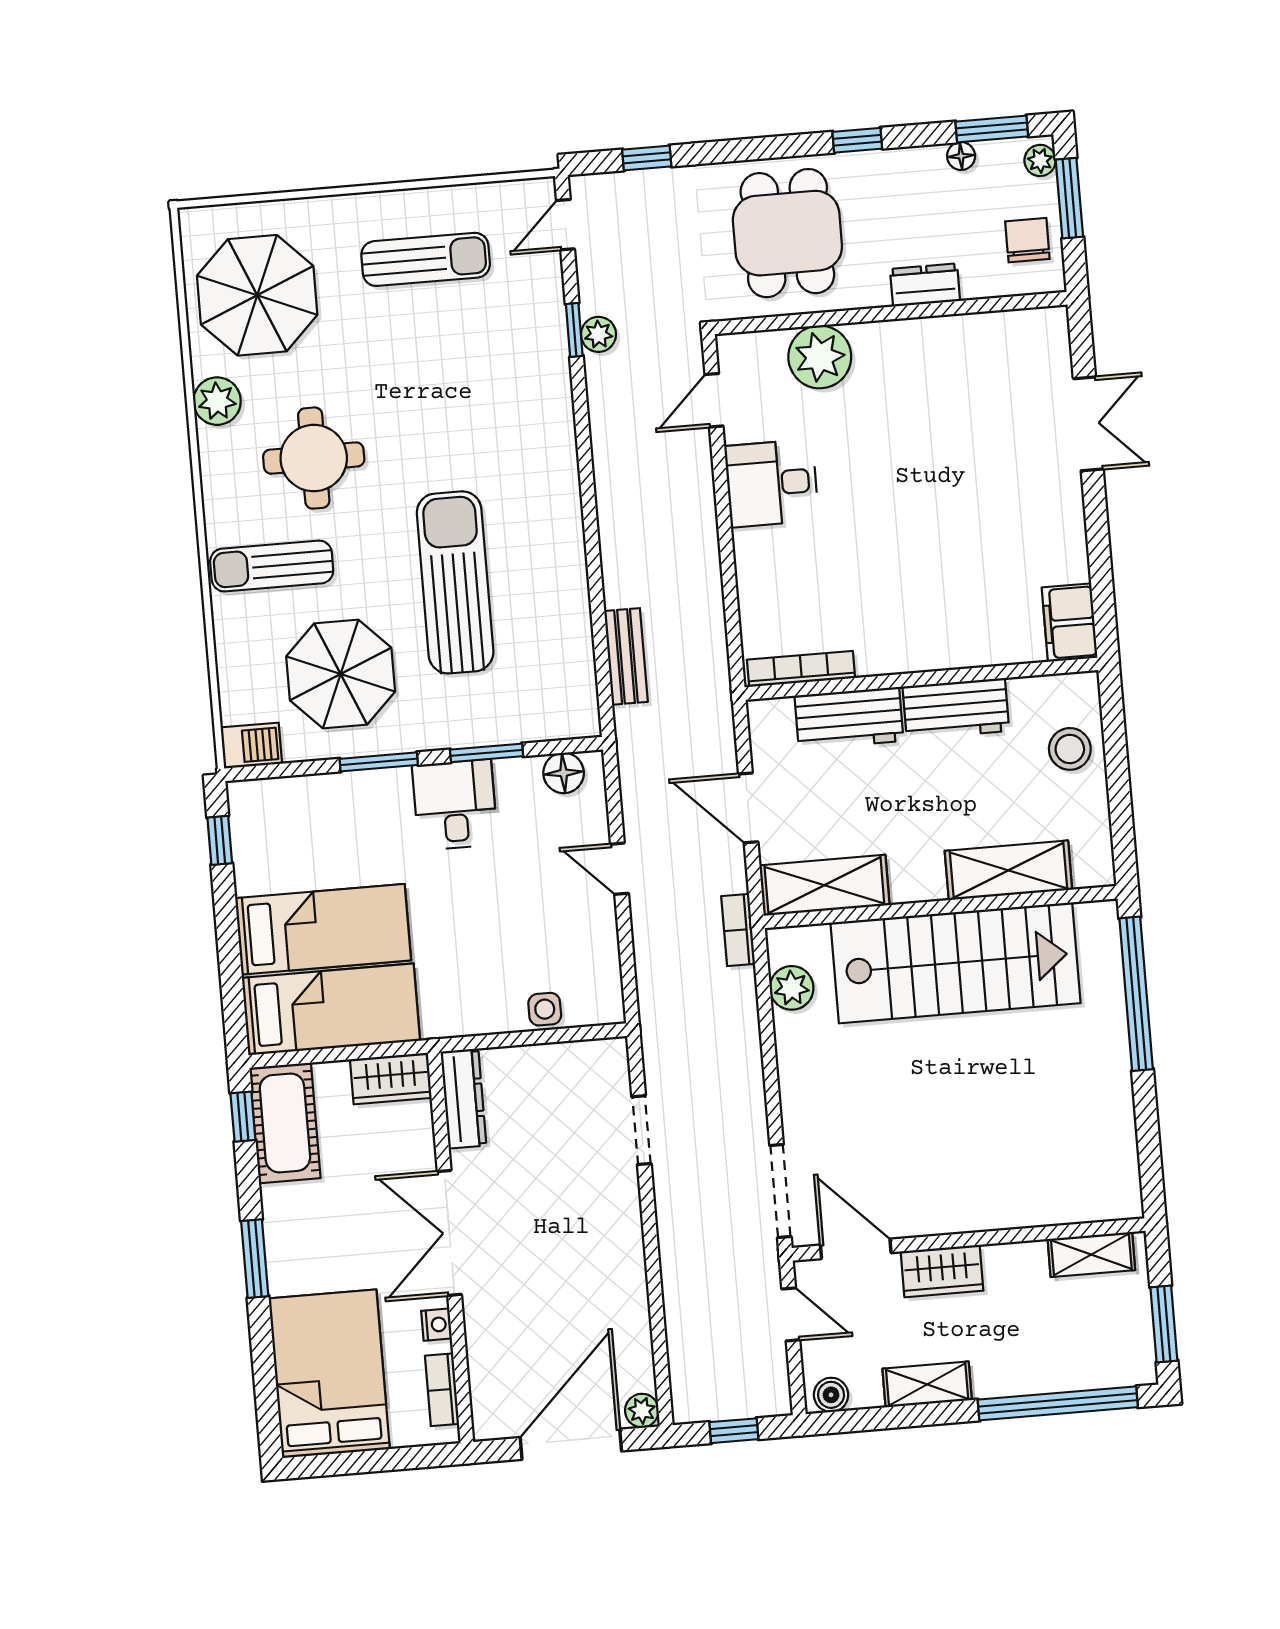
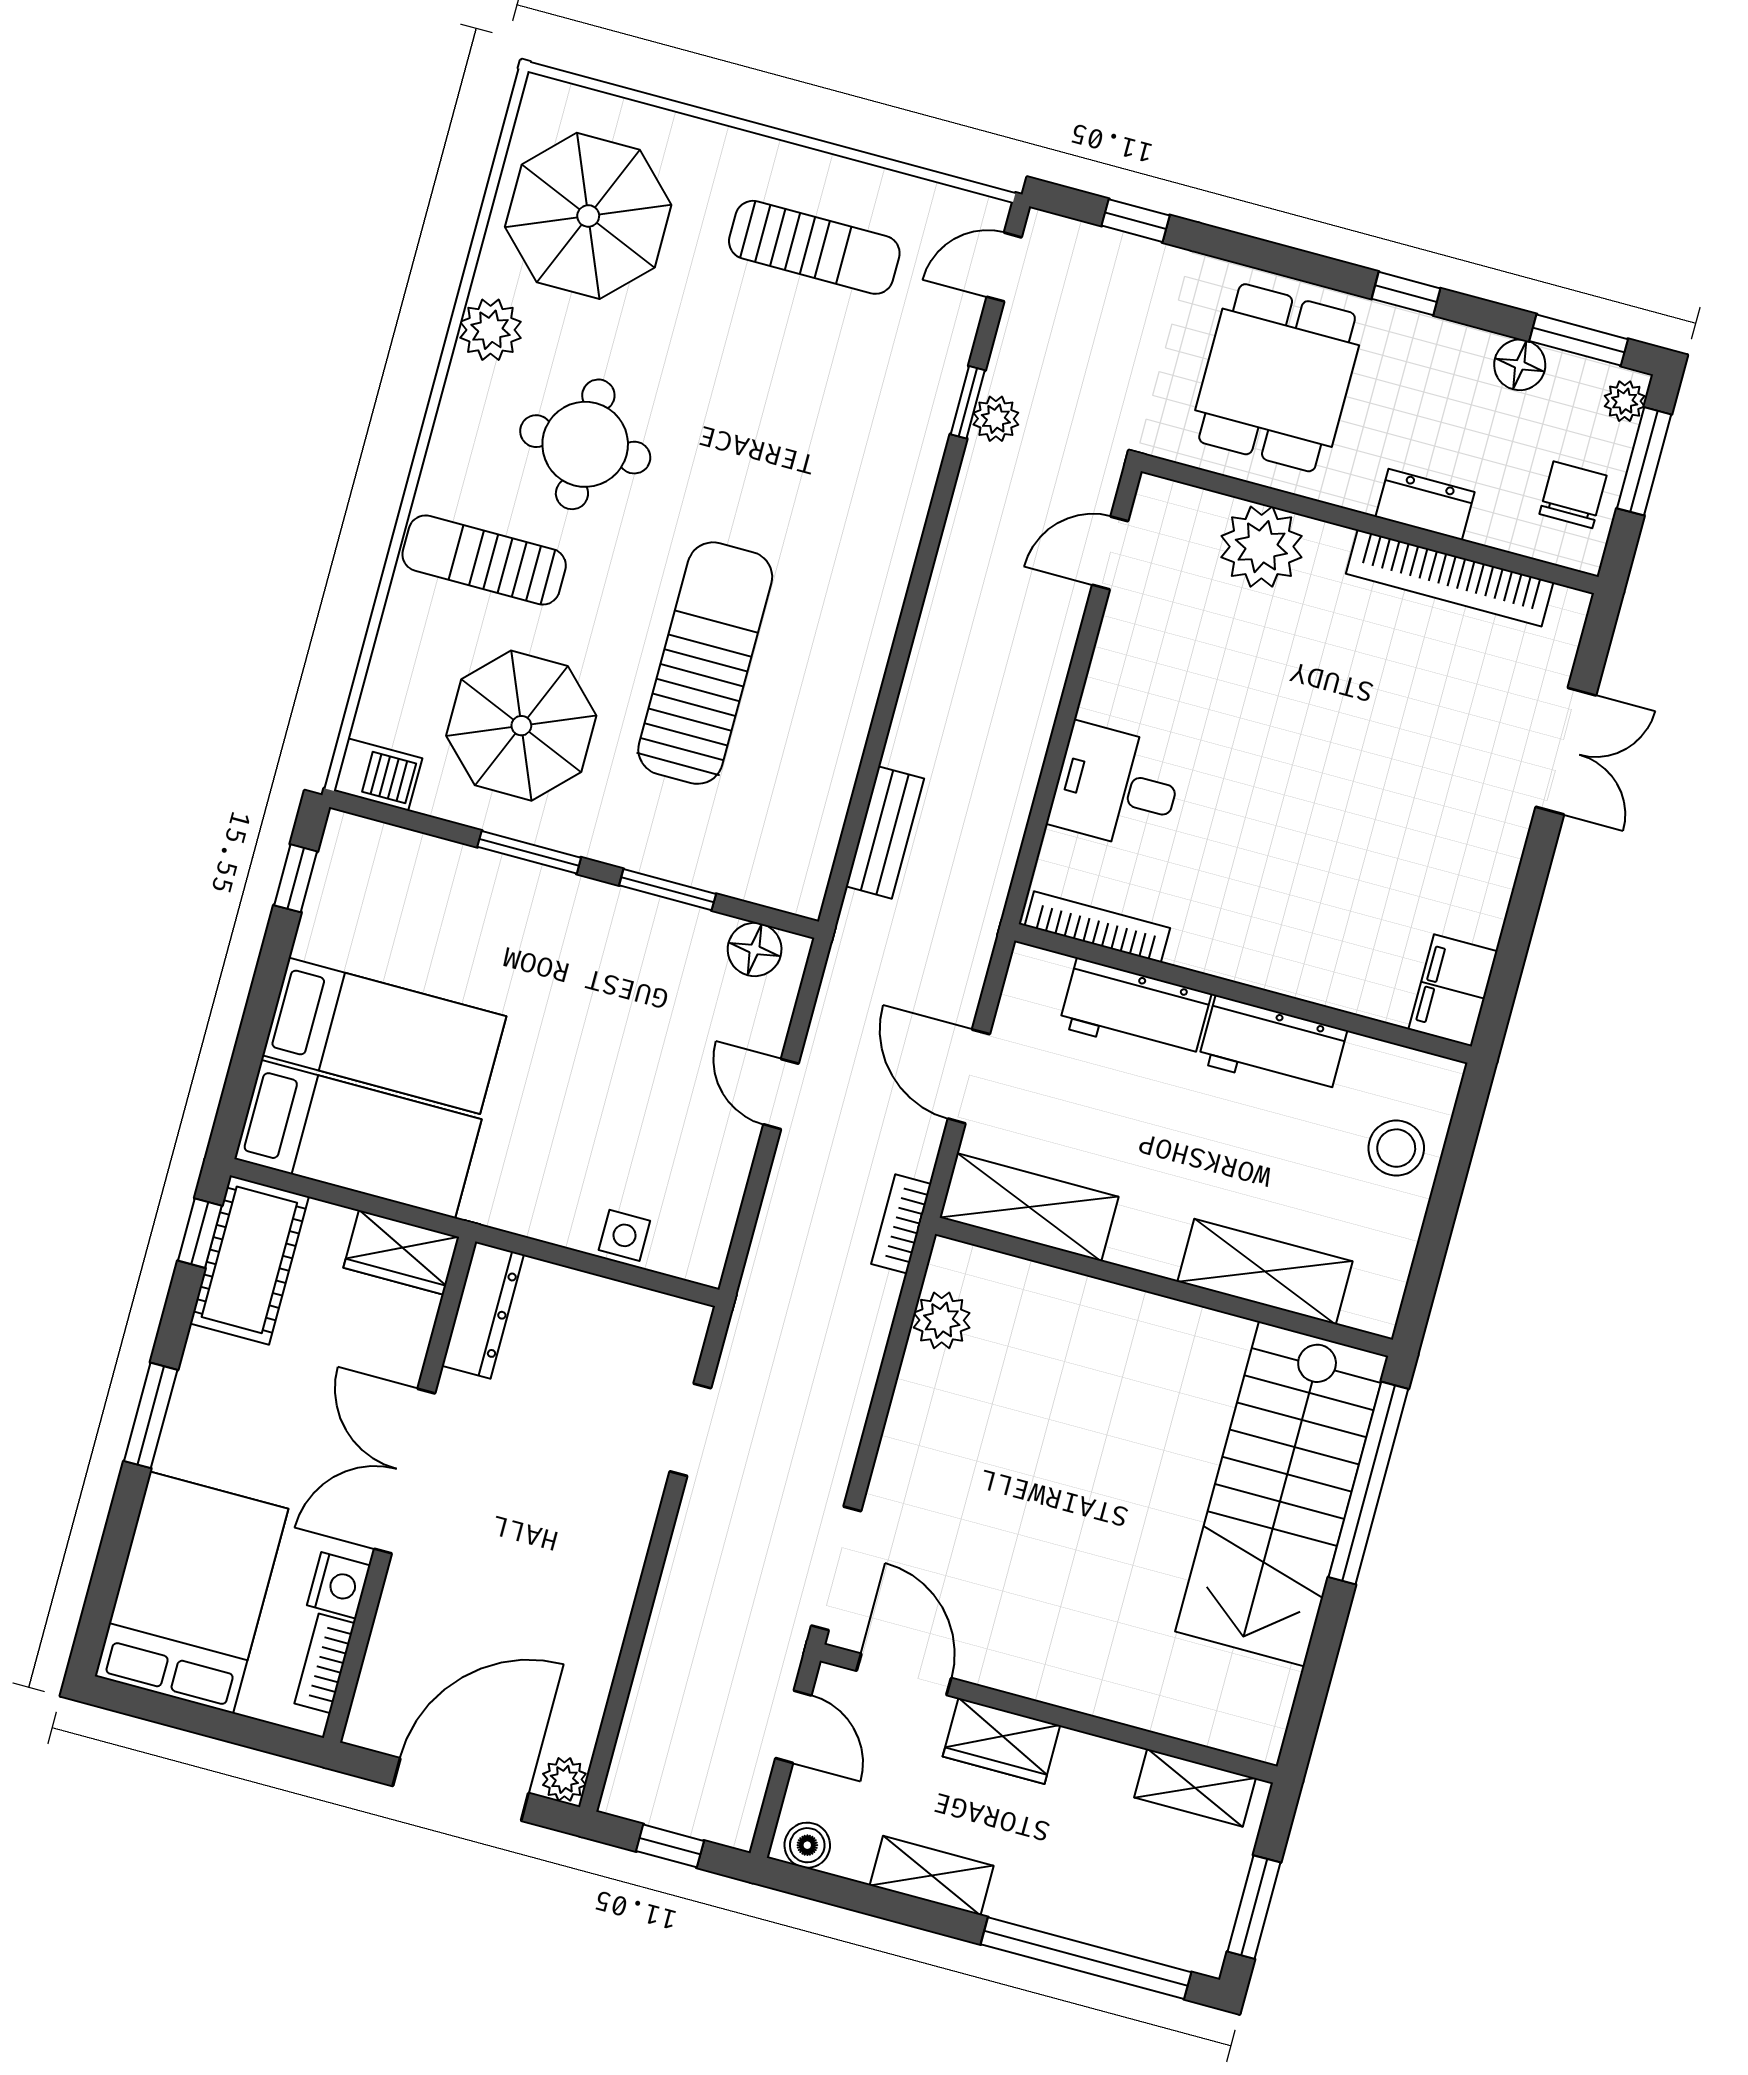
floor lamp: (961, 156) -> (1520, 365), width x1.37, depth x1.37
bookcase: (961, 331) -> (1450, 578), added
desk: (772, 483) -> (1116, 787), moved
desk: (455, 805) -> (605, 940), removed
stairs: (956, 963) -> (1282, 1494), moved, turned 90
nightstand: (436, 1325) -> (339, 1585), width x1.39, depth x1.35

